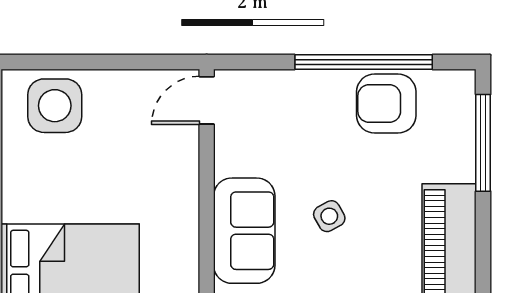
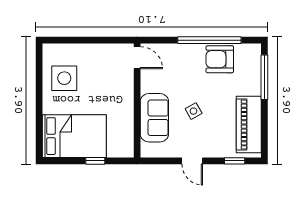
door: (207, 100) -> (137, 58), swing flipped
side table: (55, 106) -> (64, 78), moved

